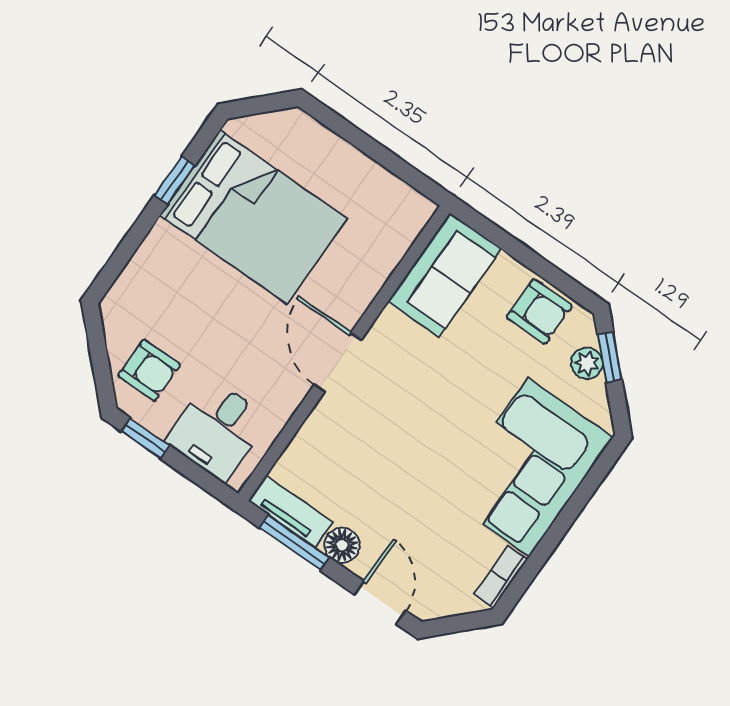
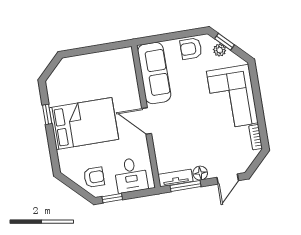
bed: (253, 217) -> (84, 124), moved
sofa: (444, 275) -> (154, 73), width x1.36
armchair: (539, 311) -> (191, 49), turned 180
door: (380, 603) -> (228, 179), swing flipped

